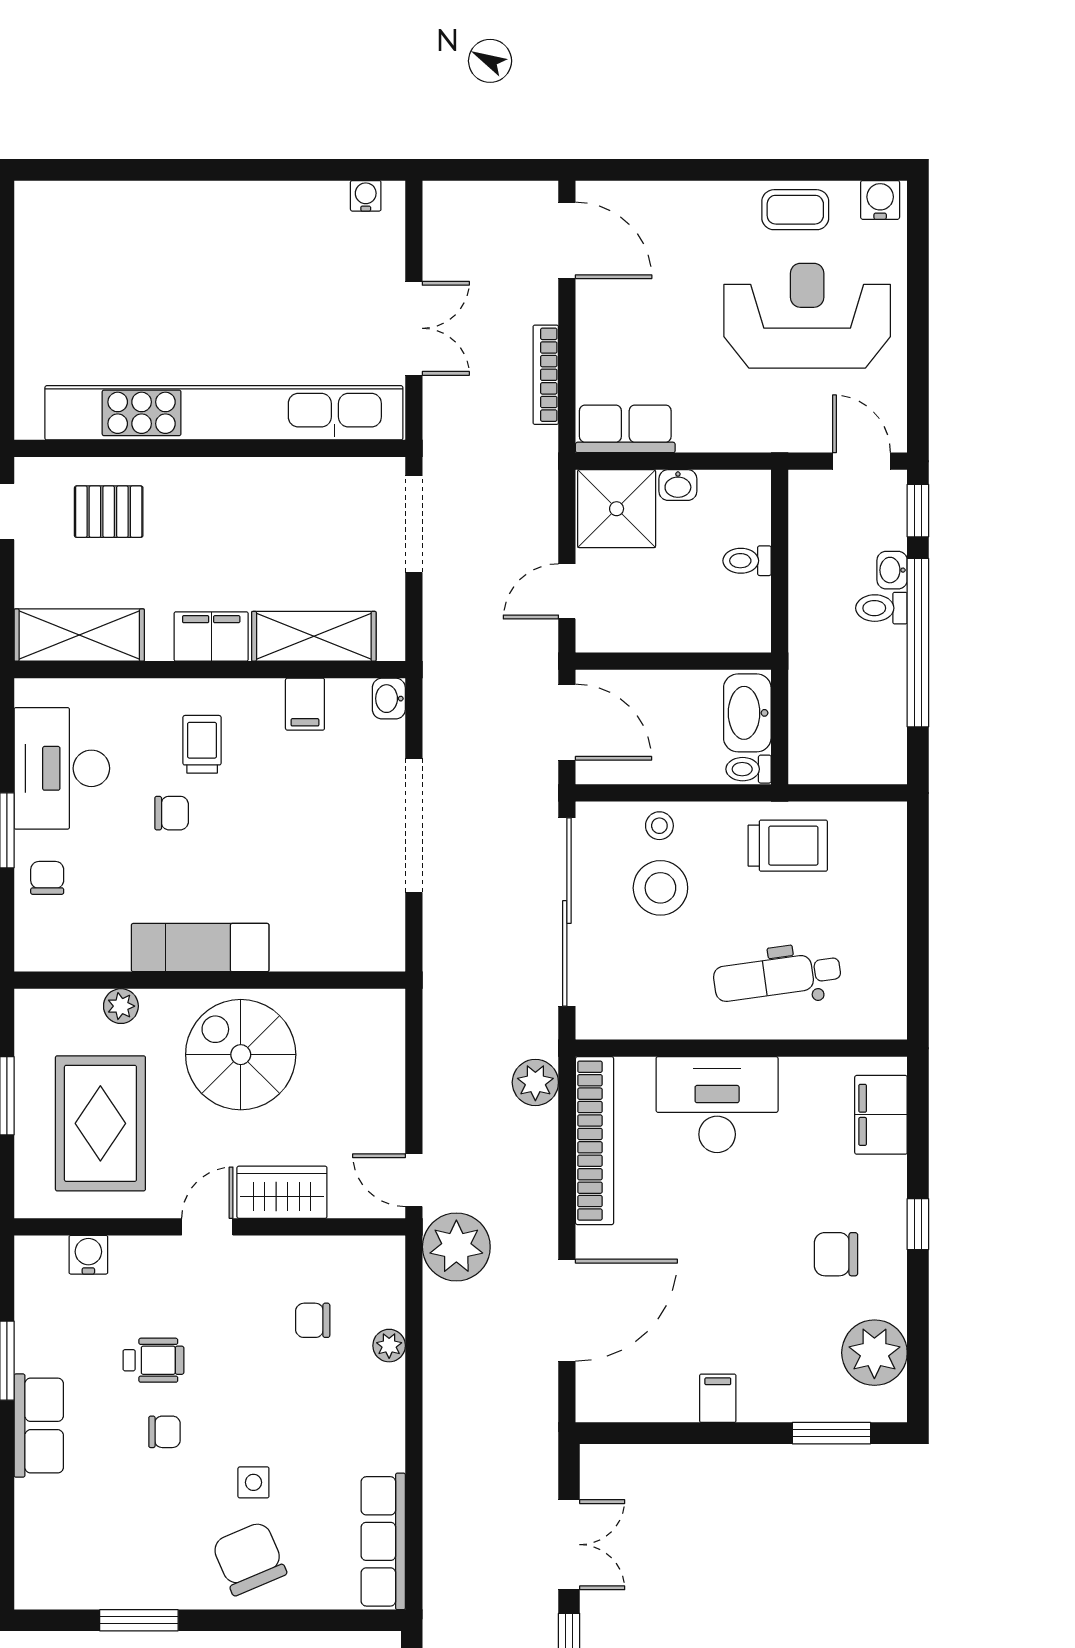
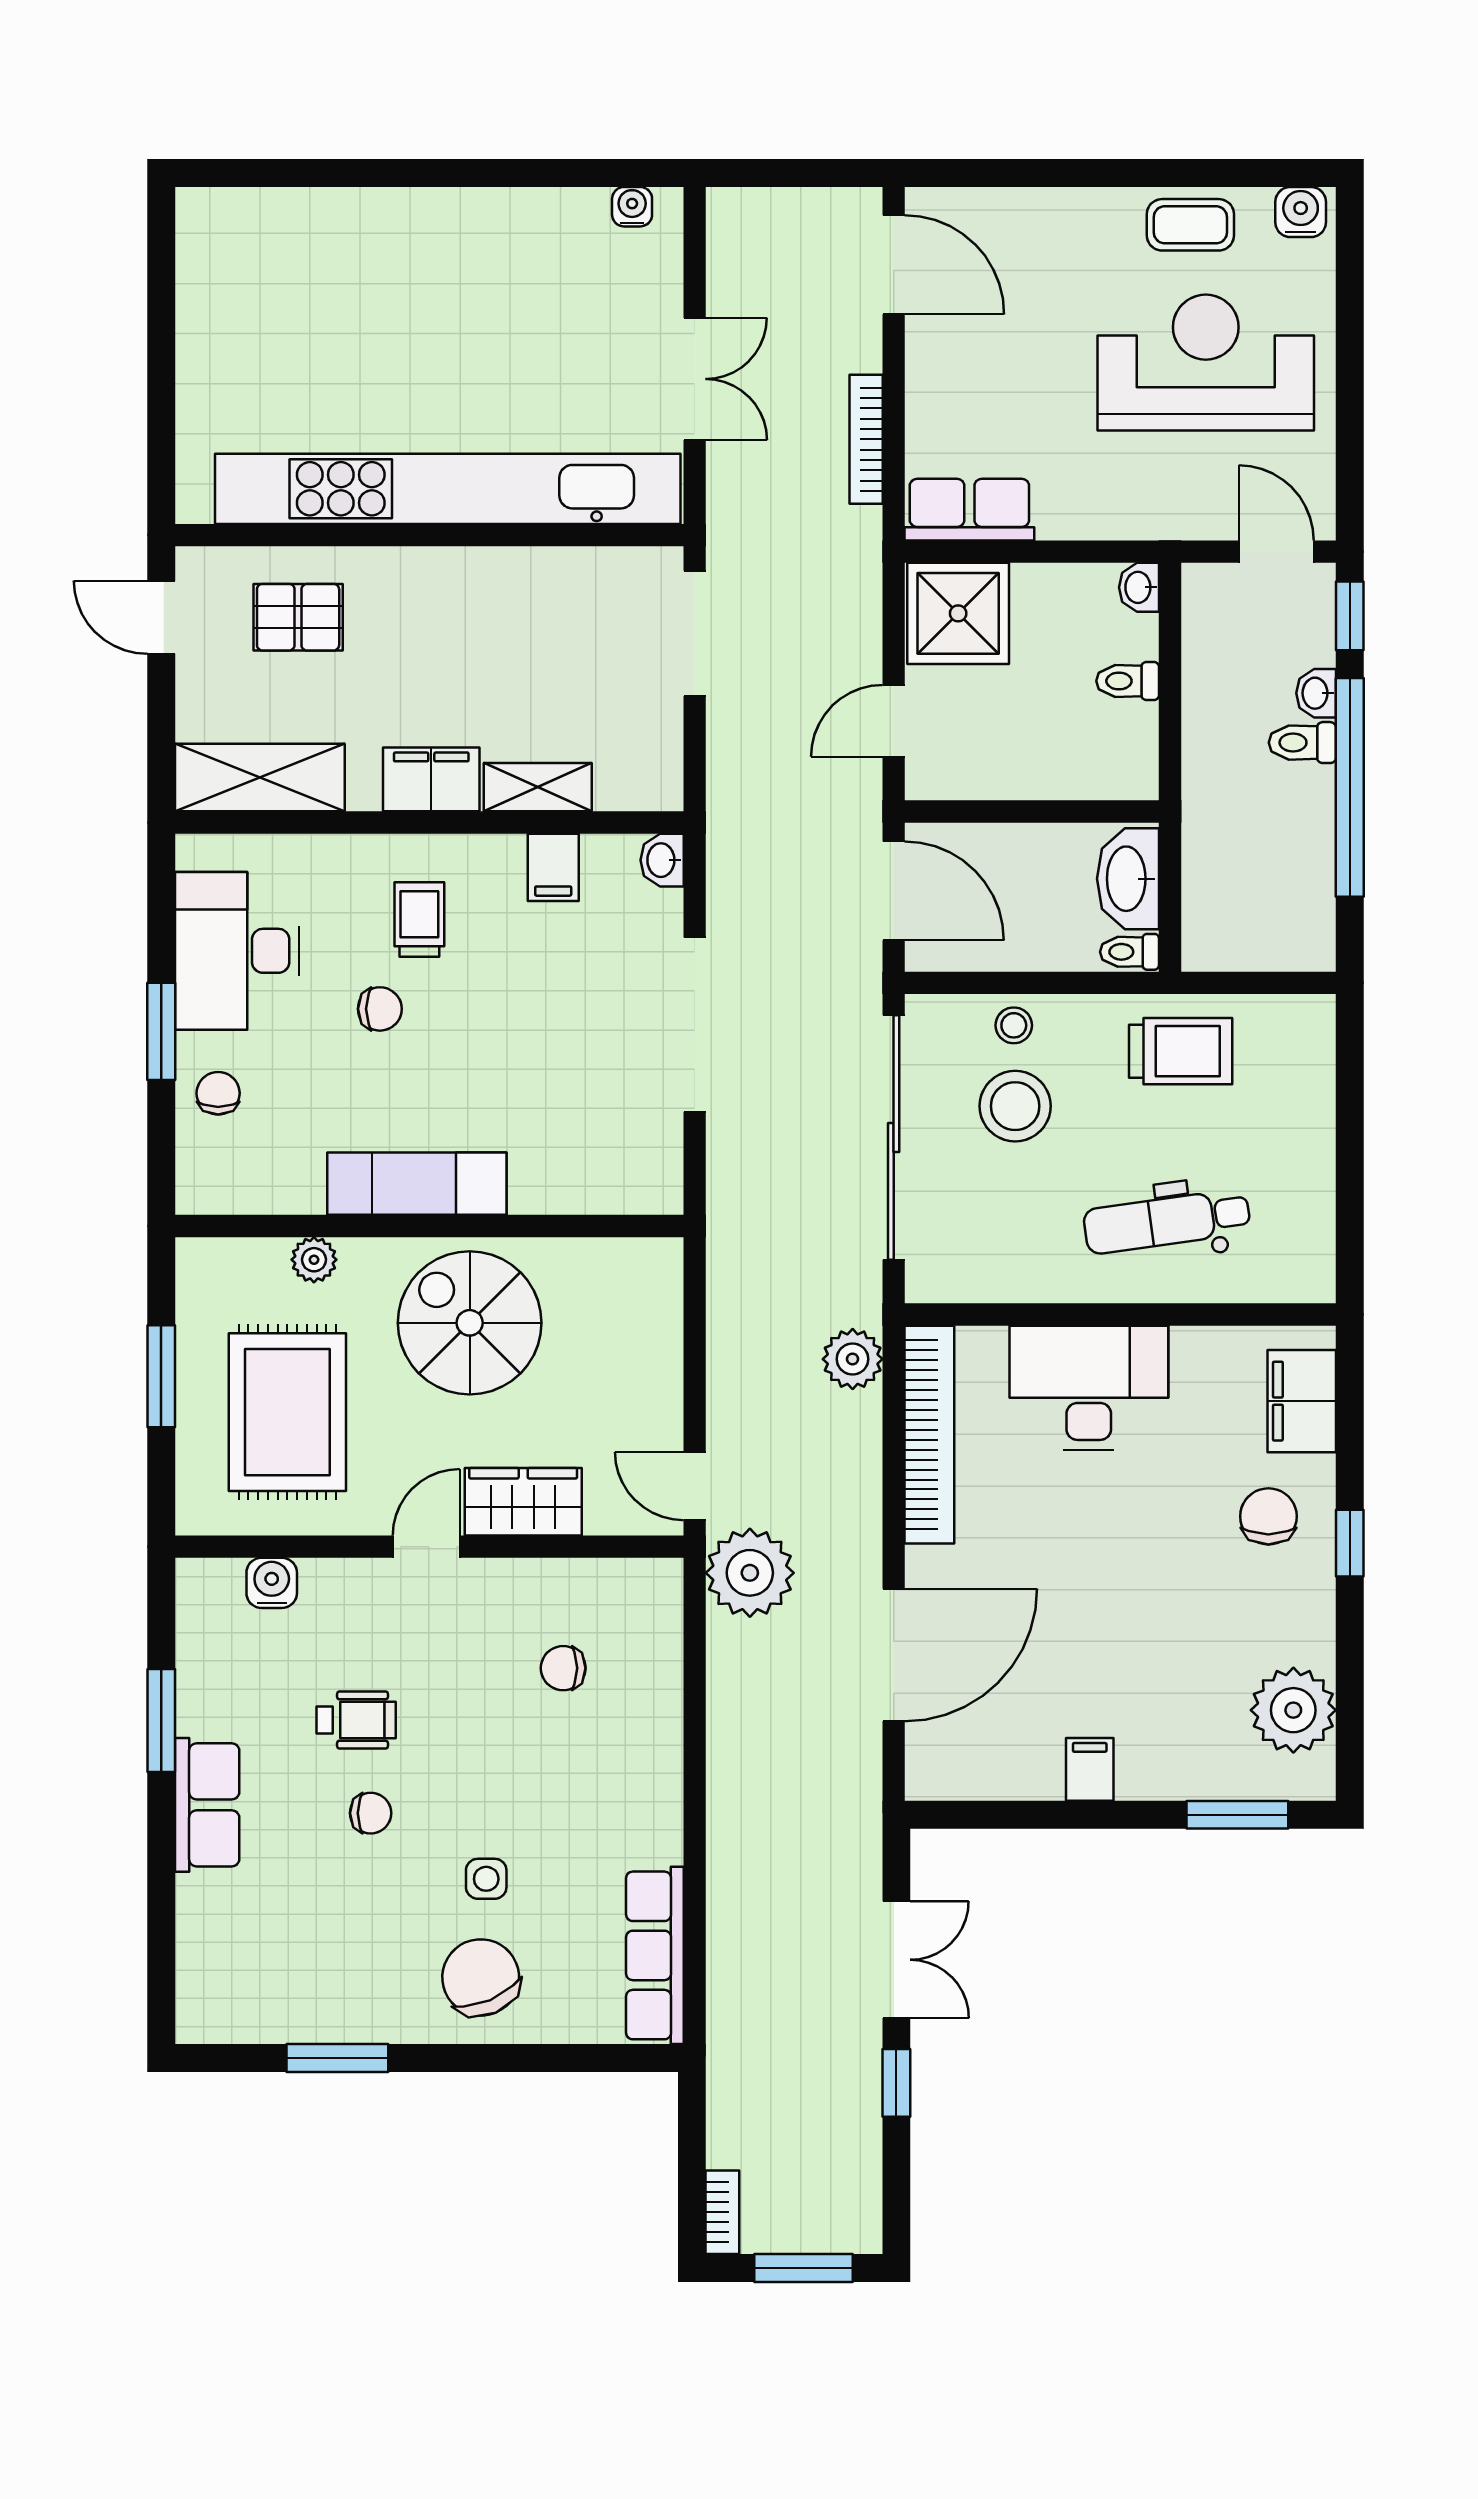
washbasin: (678, 485) -> (1139, 587), moved, turned 90
shelving: (314, 636) -> (538, 787), width x0.67, depth x0.75
chair: (836, 1254) -> (1268, 1516), moved, turned 90
plant: (389, 1346) -> (662, 1701), removed

